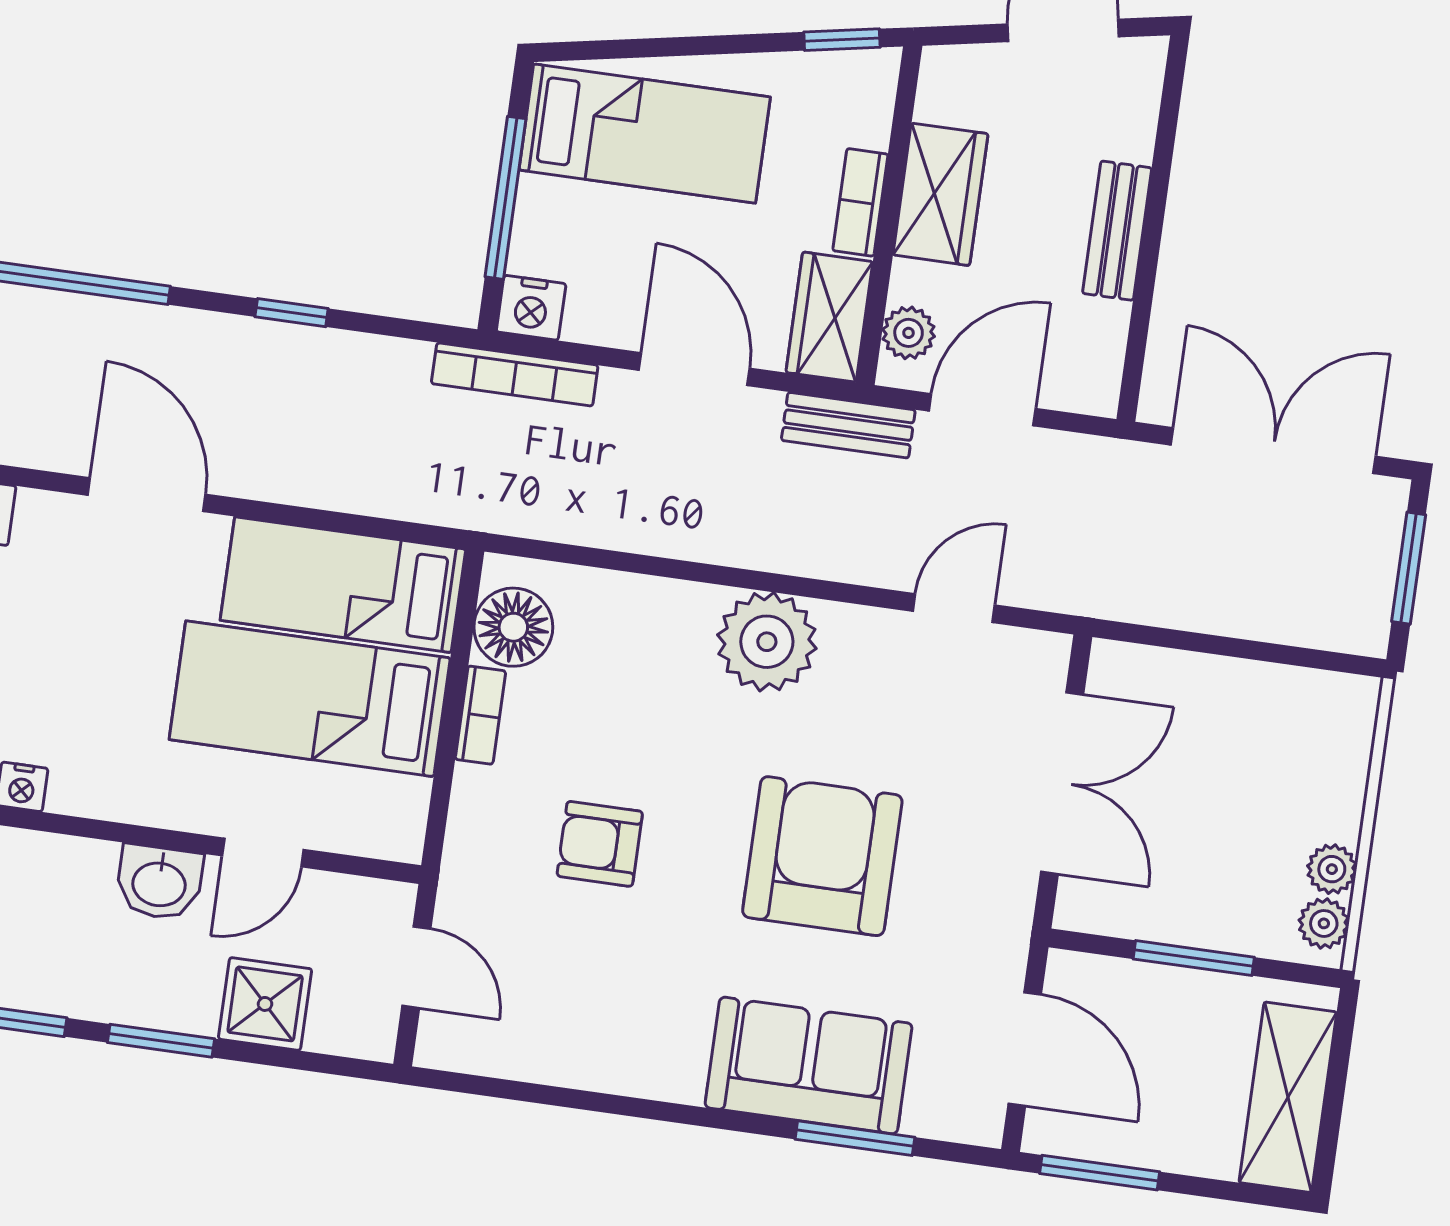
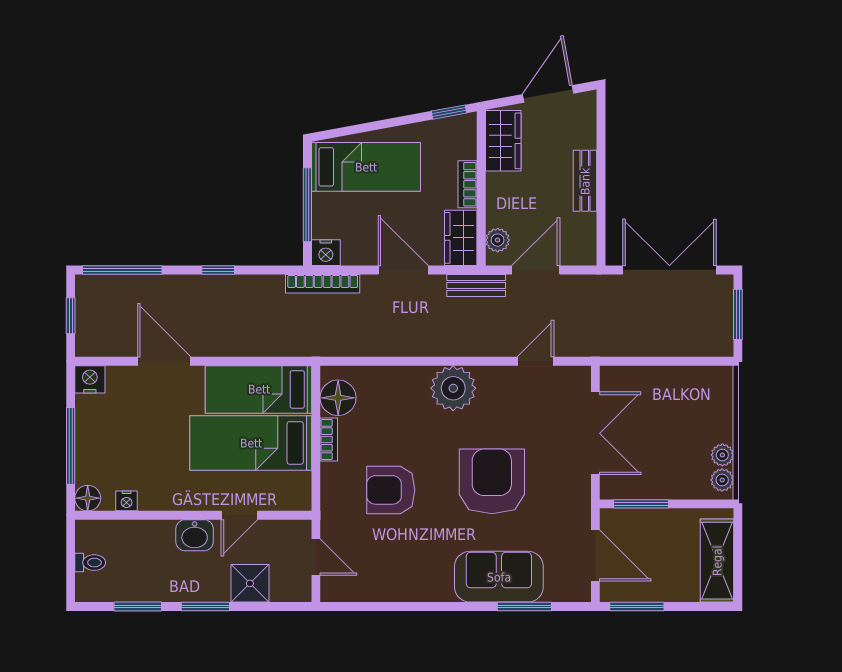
wardrobe: (940, 194) -> (503, 141), moved
armchair: (600, 844) -> (391, 490), width x1.38, depth x1.38
window: (1194, 958) -> (641, 504), moved

